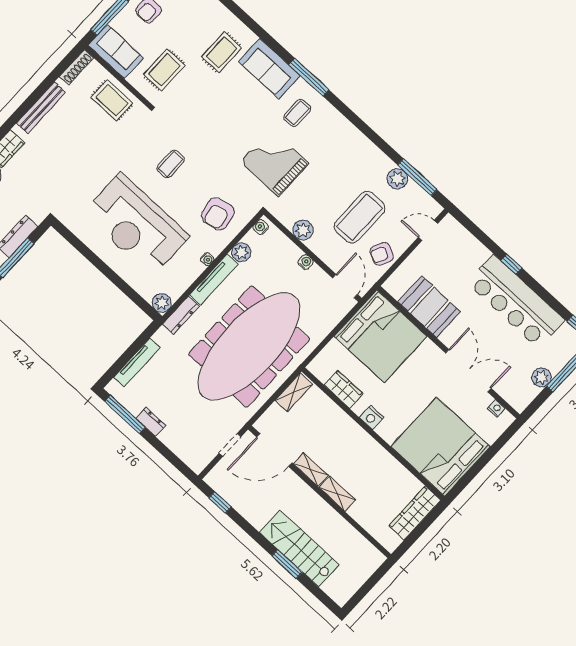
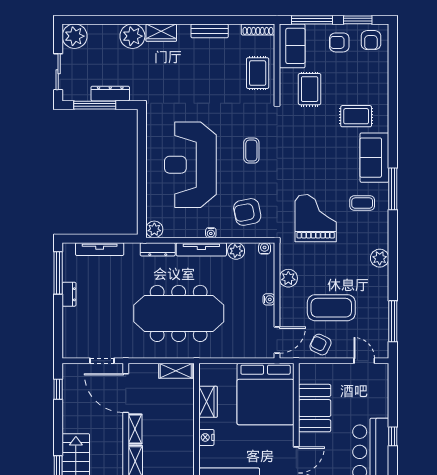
rug: (164, 70) -> (310, 89), turned 90
bench: (41, 108) -> (210, 31), width x0.73
coffee table: (171, 164) -> (251, 151), turned 90
plant: (397, 179) -> (380, 258), moved
meeting table: (249, 346) -> (179, 313), width x0.73, depth x0.79

